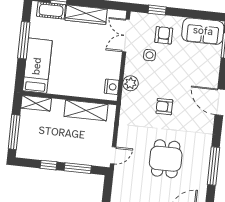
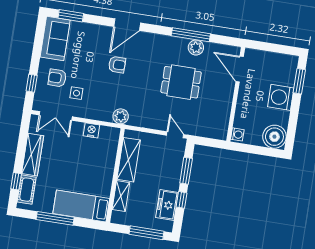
plant: (130, 83) -> (121, 116), moved
nightstand: (112, 87) -> (91, 130), moved
shelving: (36, 103) -> (121, 196), moved
armchair: (164, 107) -> (117, 65), moved, turned -90
freezer: (43, 151) -> (167, 205), added
plant: (201, 172) -> (196, 47), added

